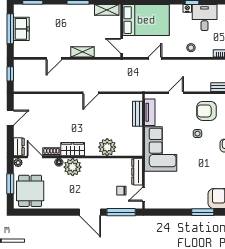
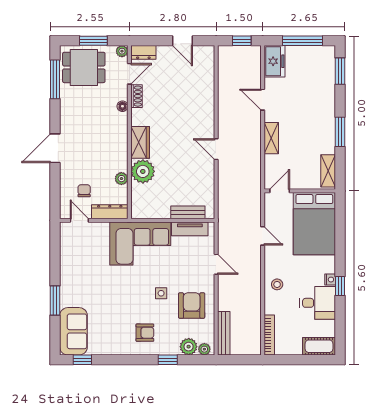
freezer: (21, 29) -> (274, 61), moved, turned -90
wardrobe: (73, 149) -> (140, 142), moved
plant: (73, 167) -> (121, 179), moved, width x0.53, depth x0.53
window: (121, 212) -> (55, 79), moved

